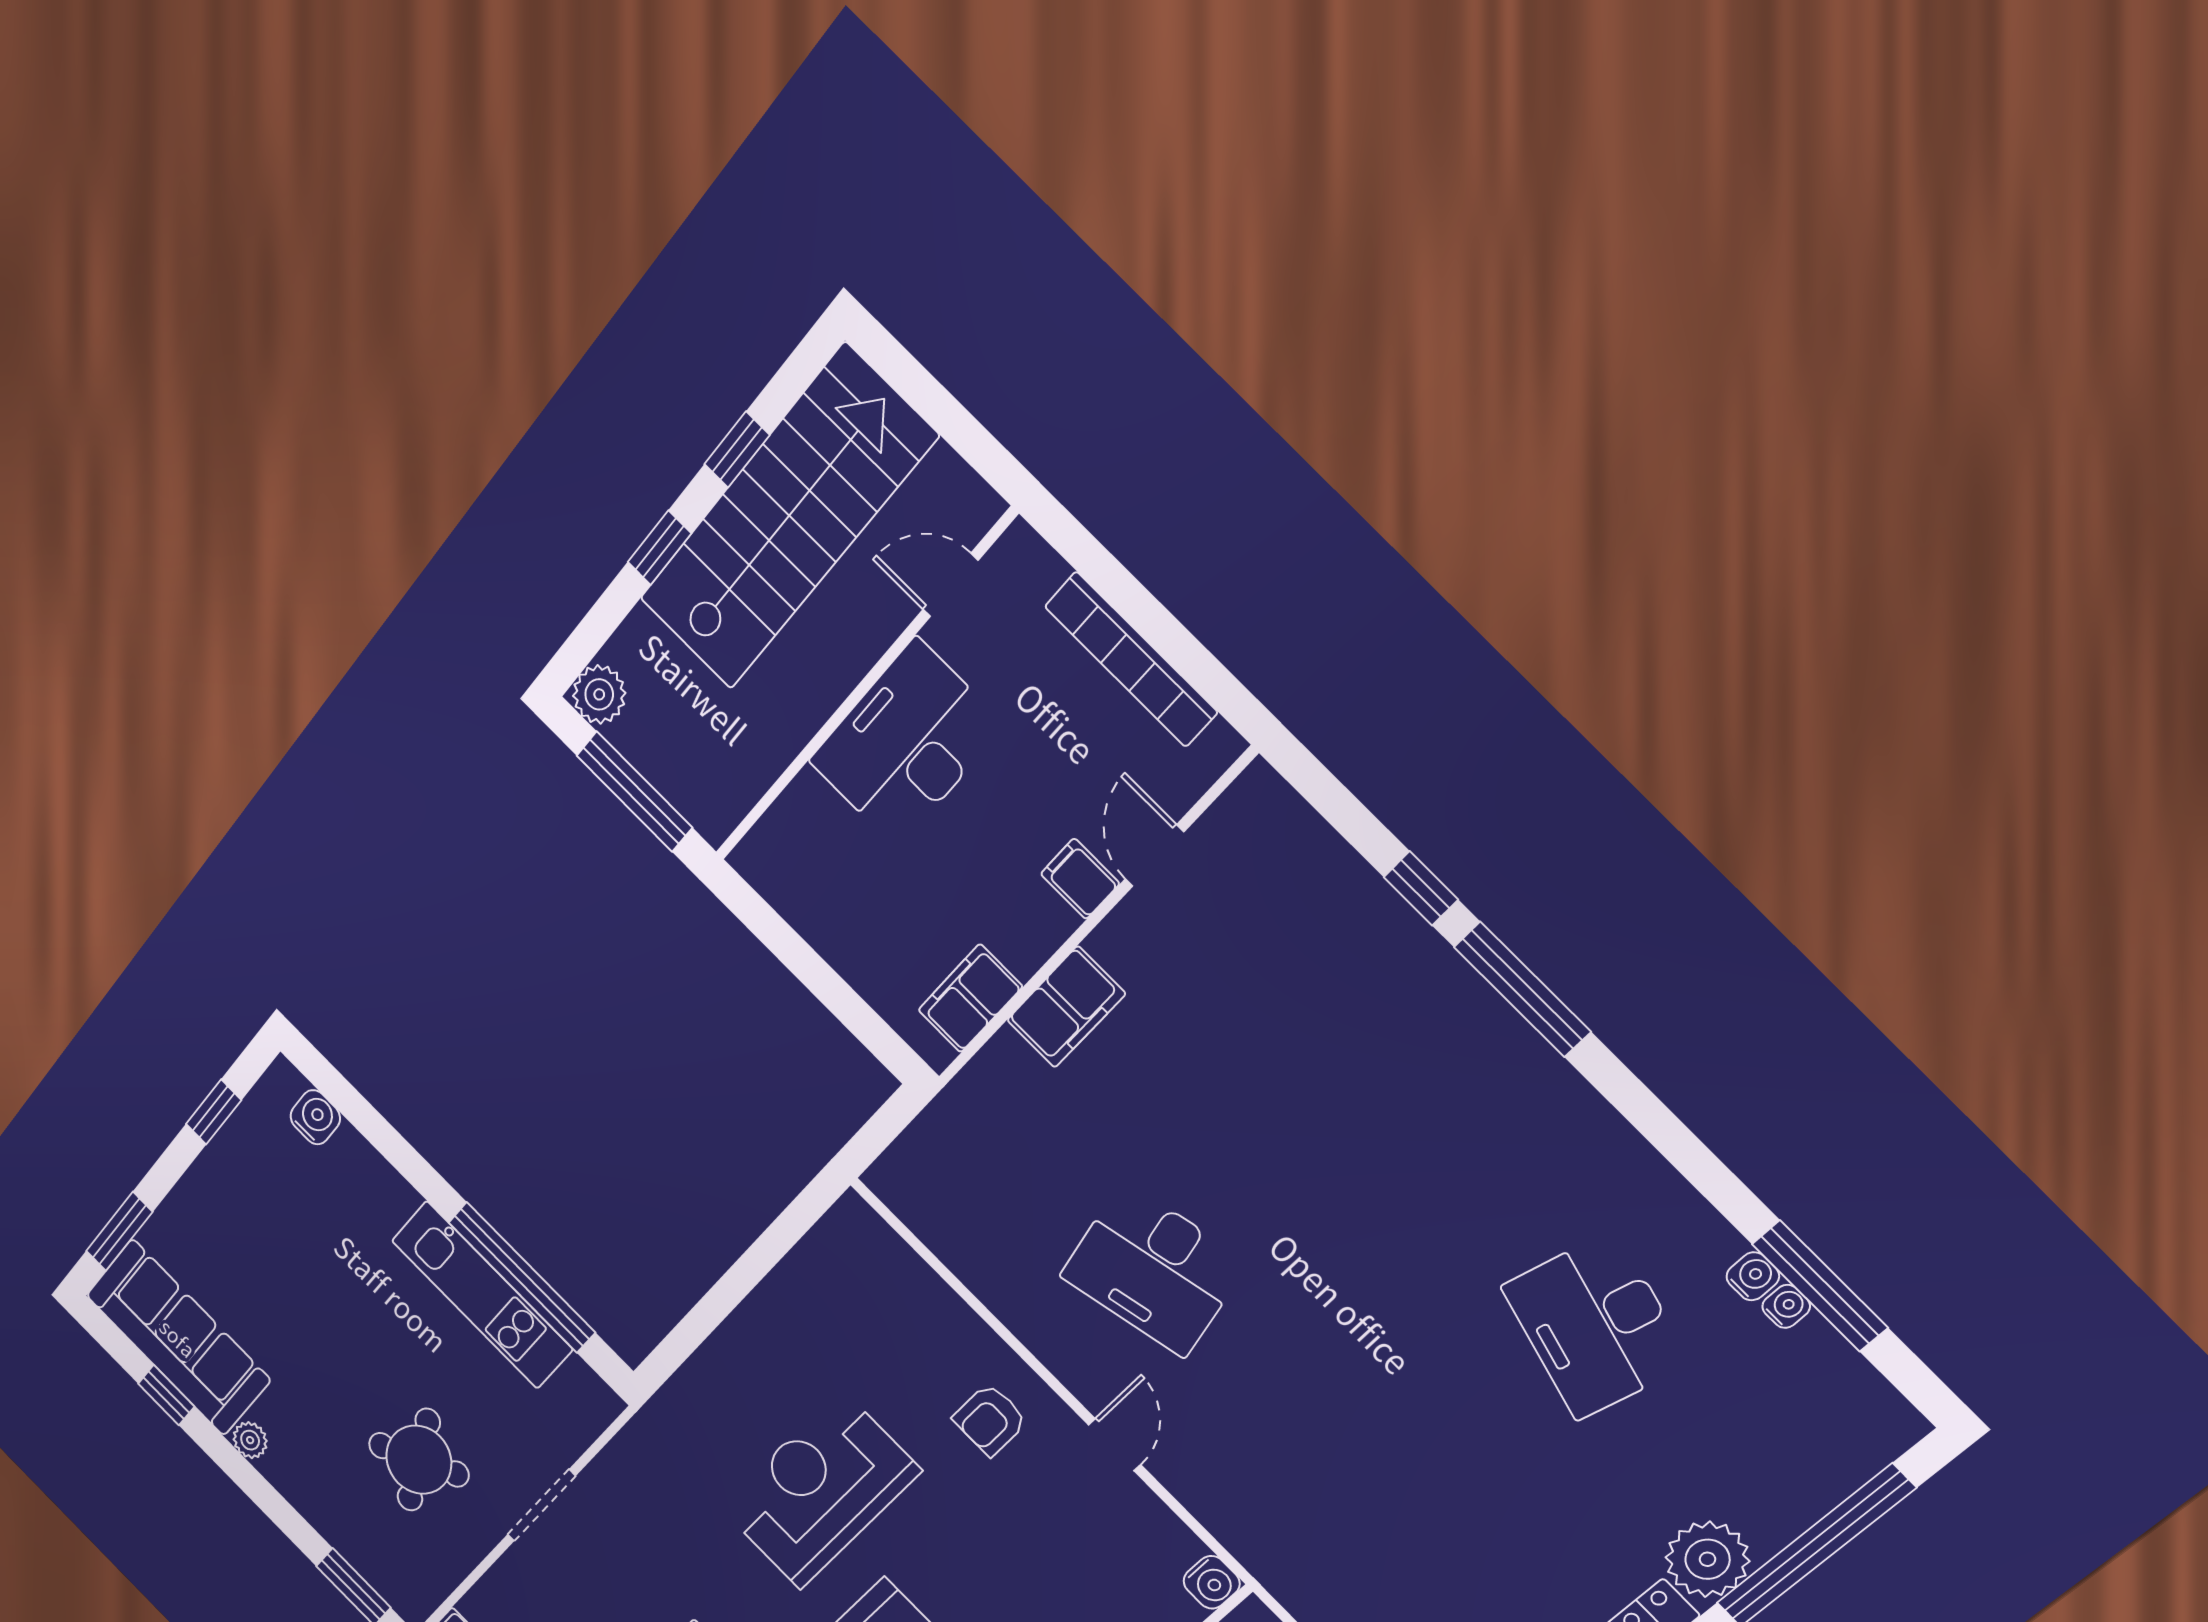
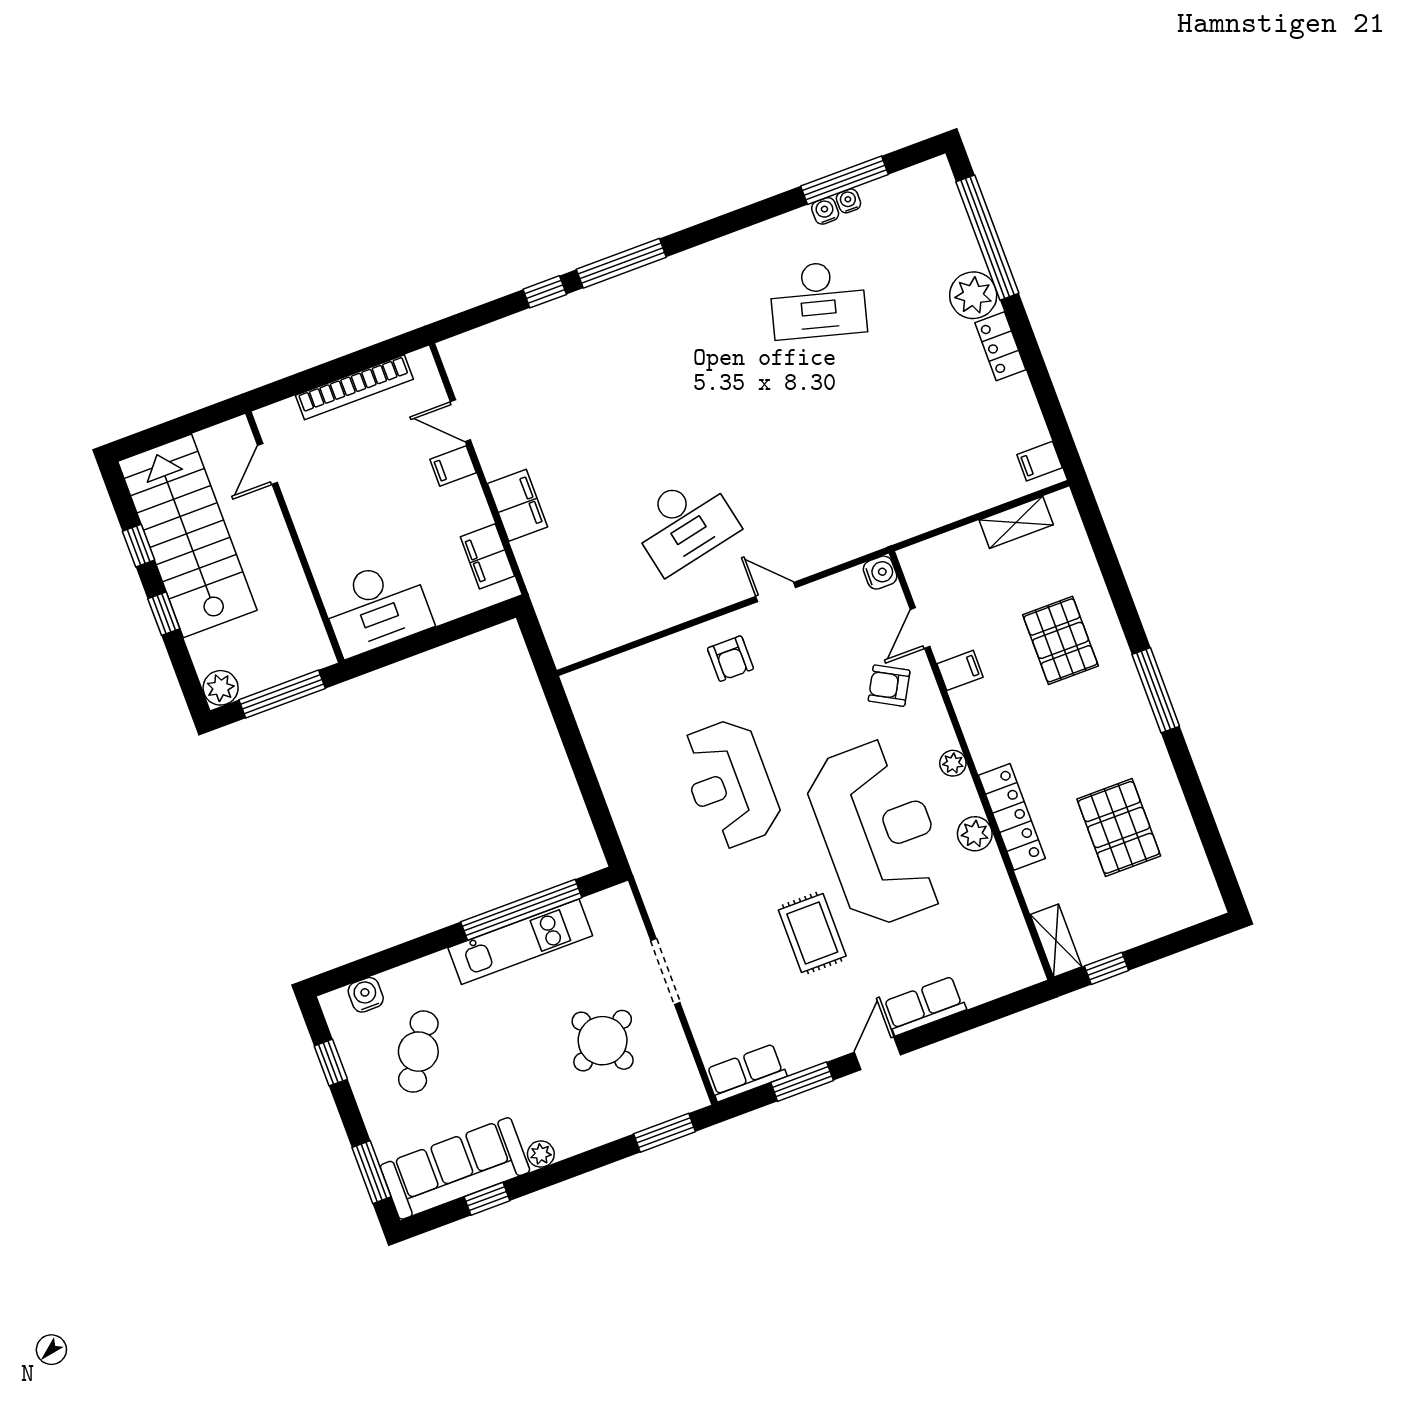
desk: (906, 743) -> (377, 607), moved, turned -90
cafe table: (285, 1223) -> (418, 1052), added

